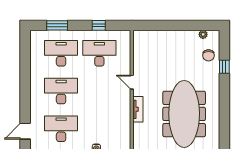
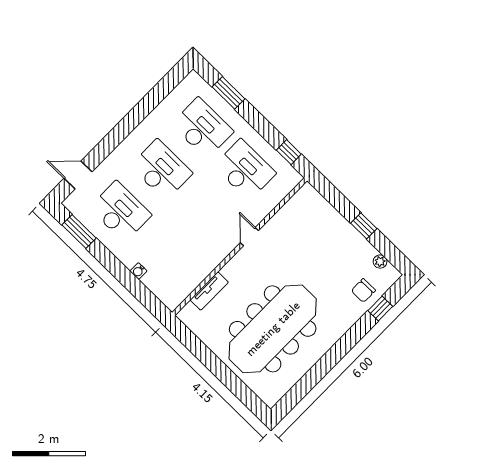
window: (99, 25) -> (289, 152), moved
window: (180, 25) -> (364, 226), added
window: (224, 67) -> (380, 308), moved
tv unit: (138, 109) -> (209, 291), moved

